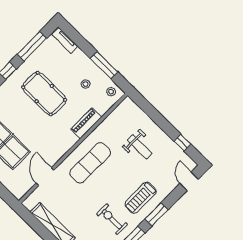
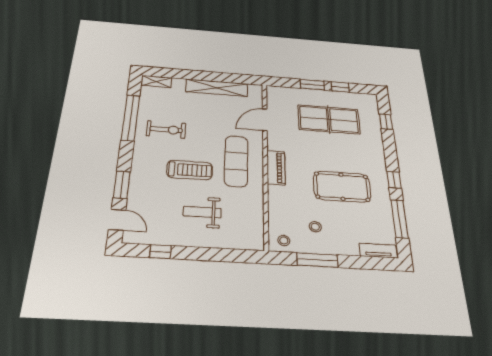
piano: (86, 123) -> (276, 168), moved
door: (45, 177) -> (265, 120), swing flipped
treadmill: (140, 198) -> (190, 170), moved, turned 90
window: (156, 214) -> (122, 185), moved

